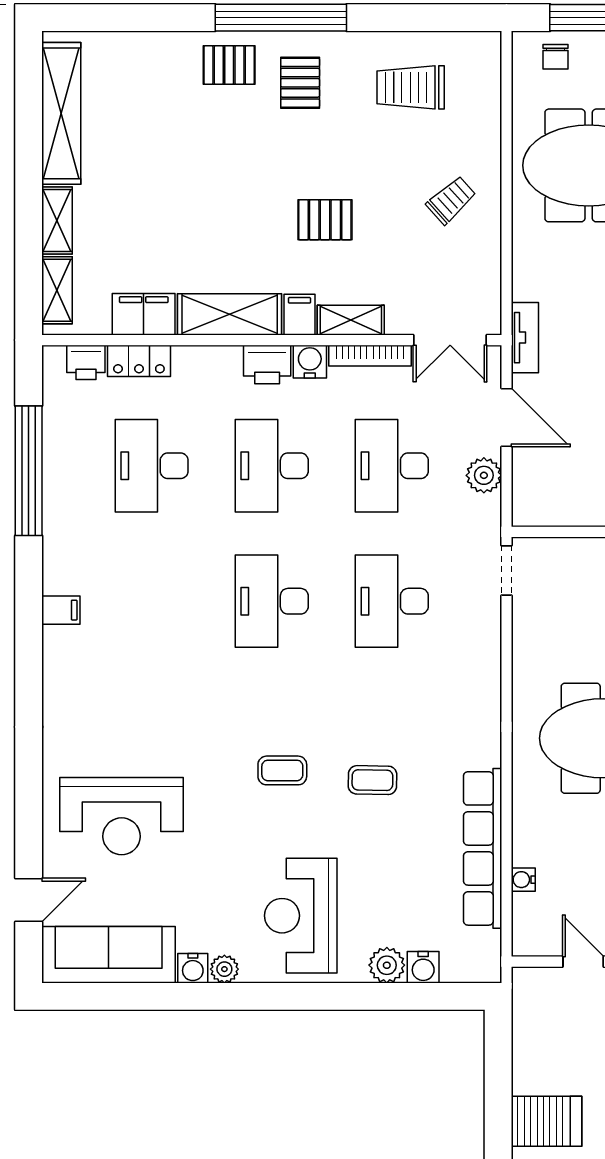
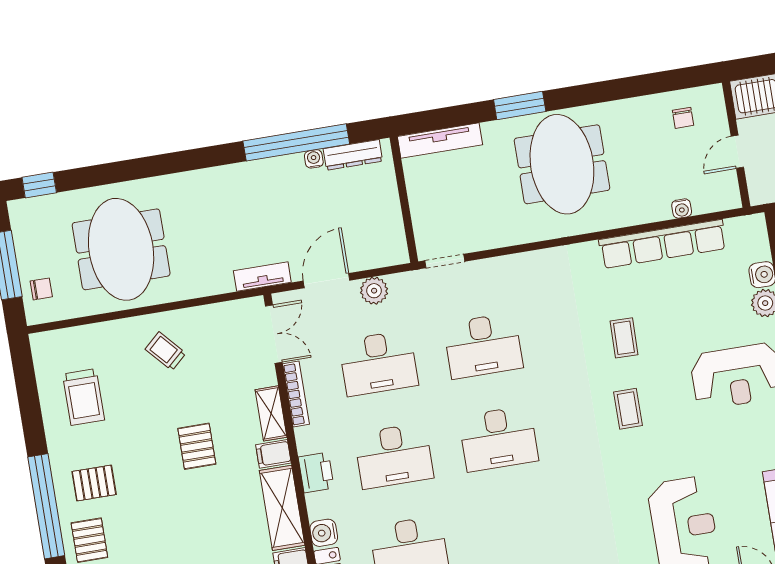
water cooler: (310, 362) -> (324, 533), moved

